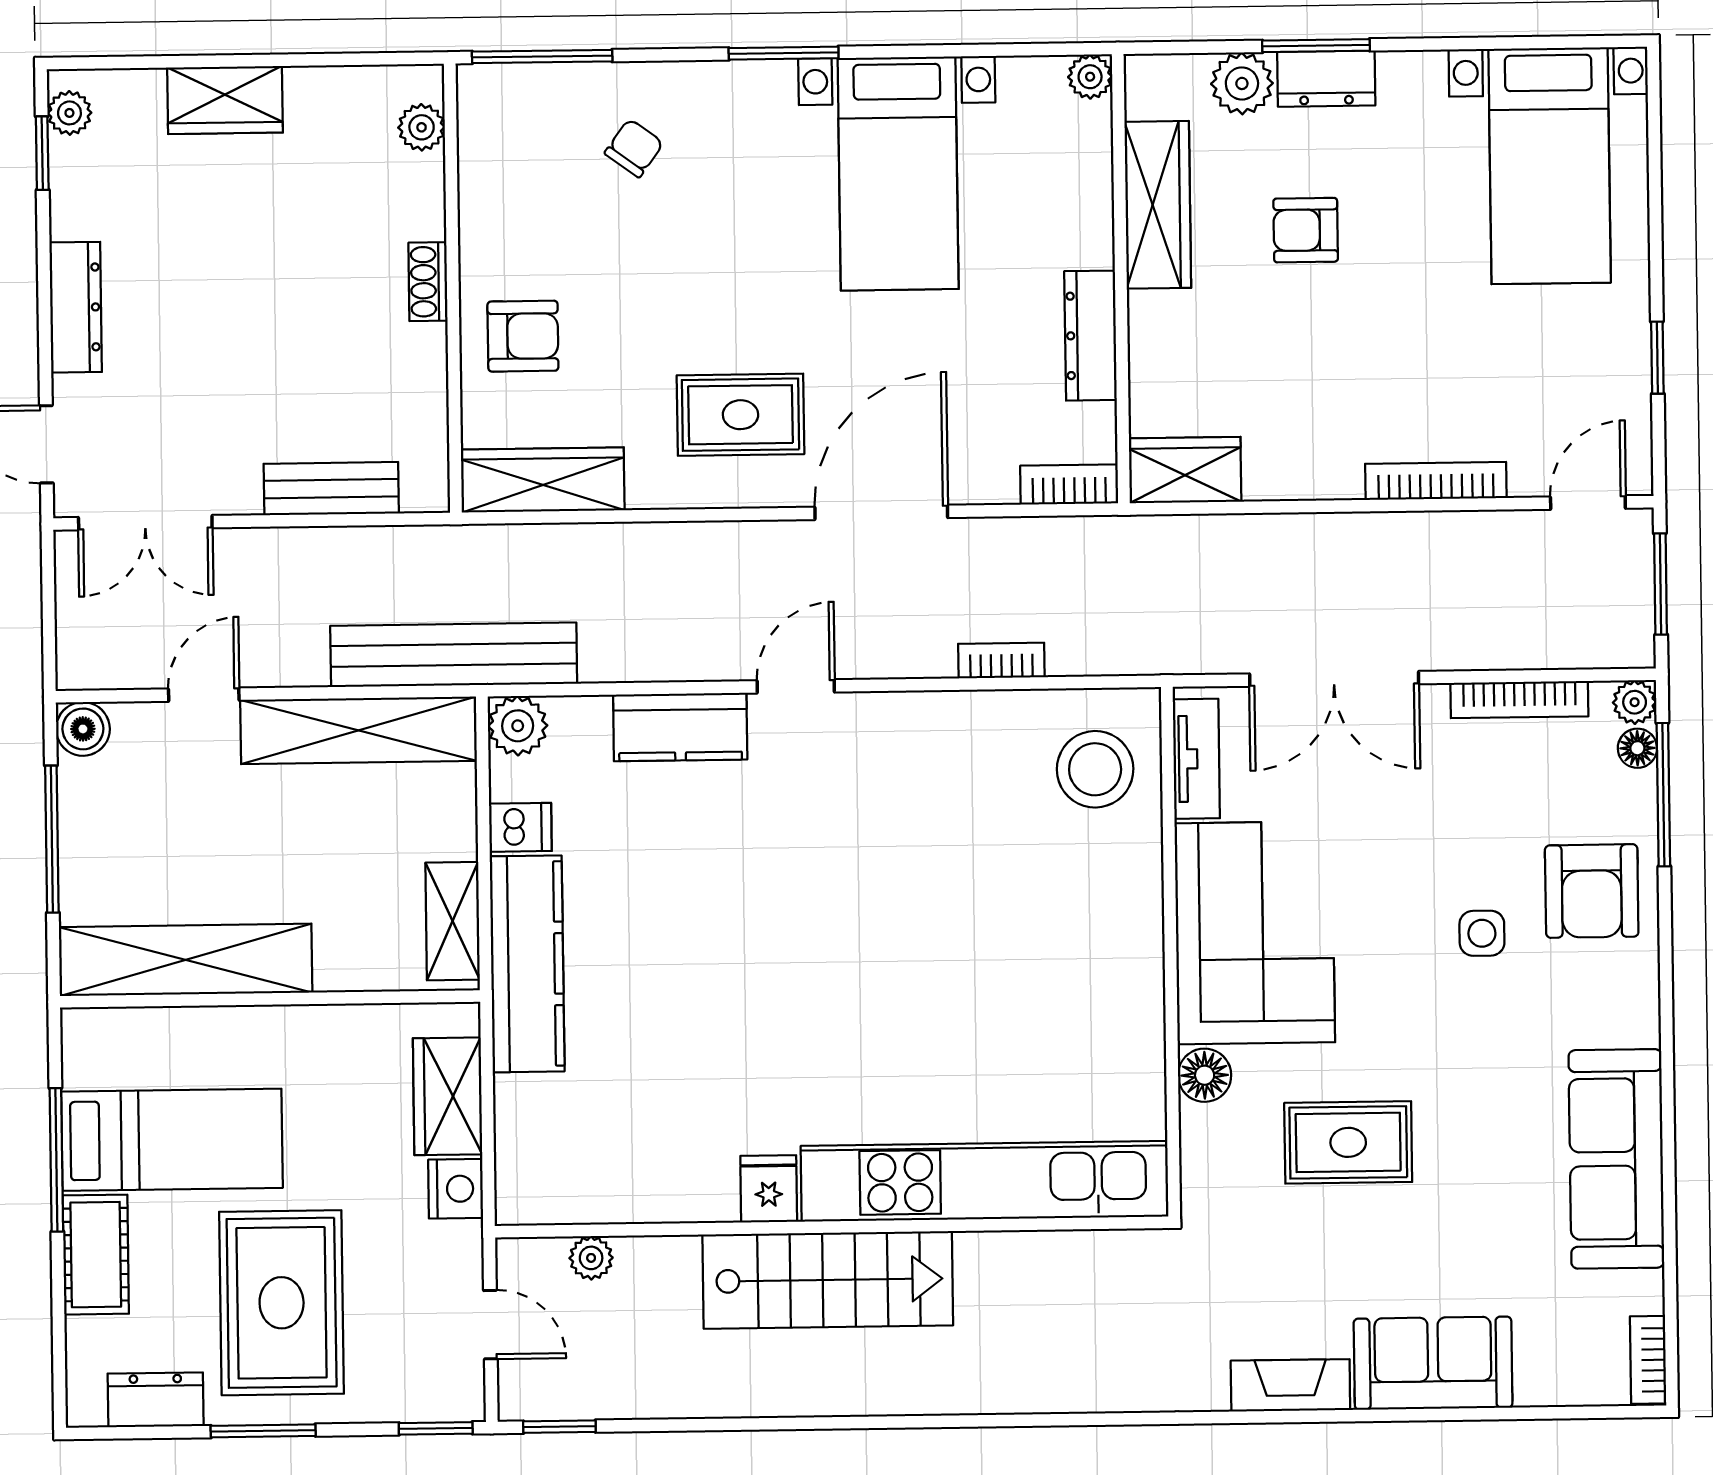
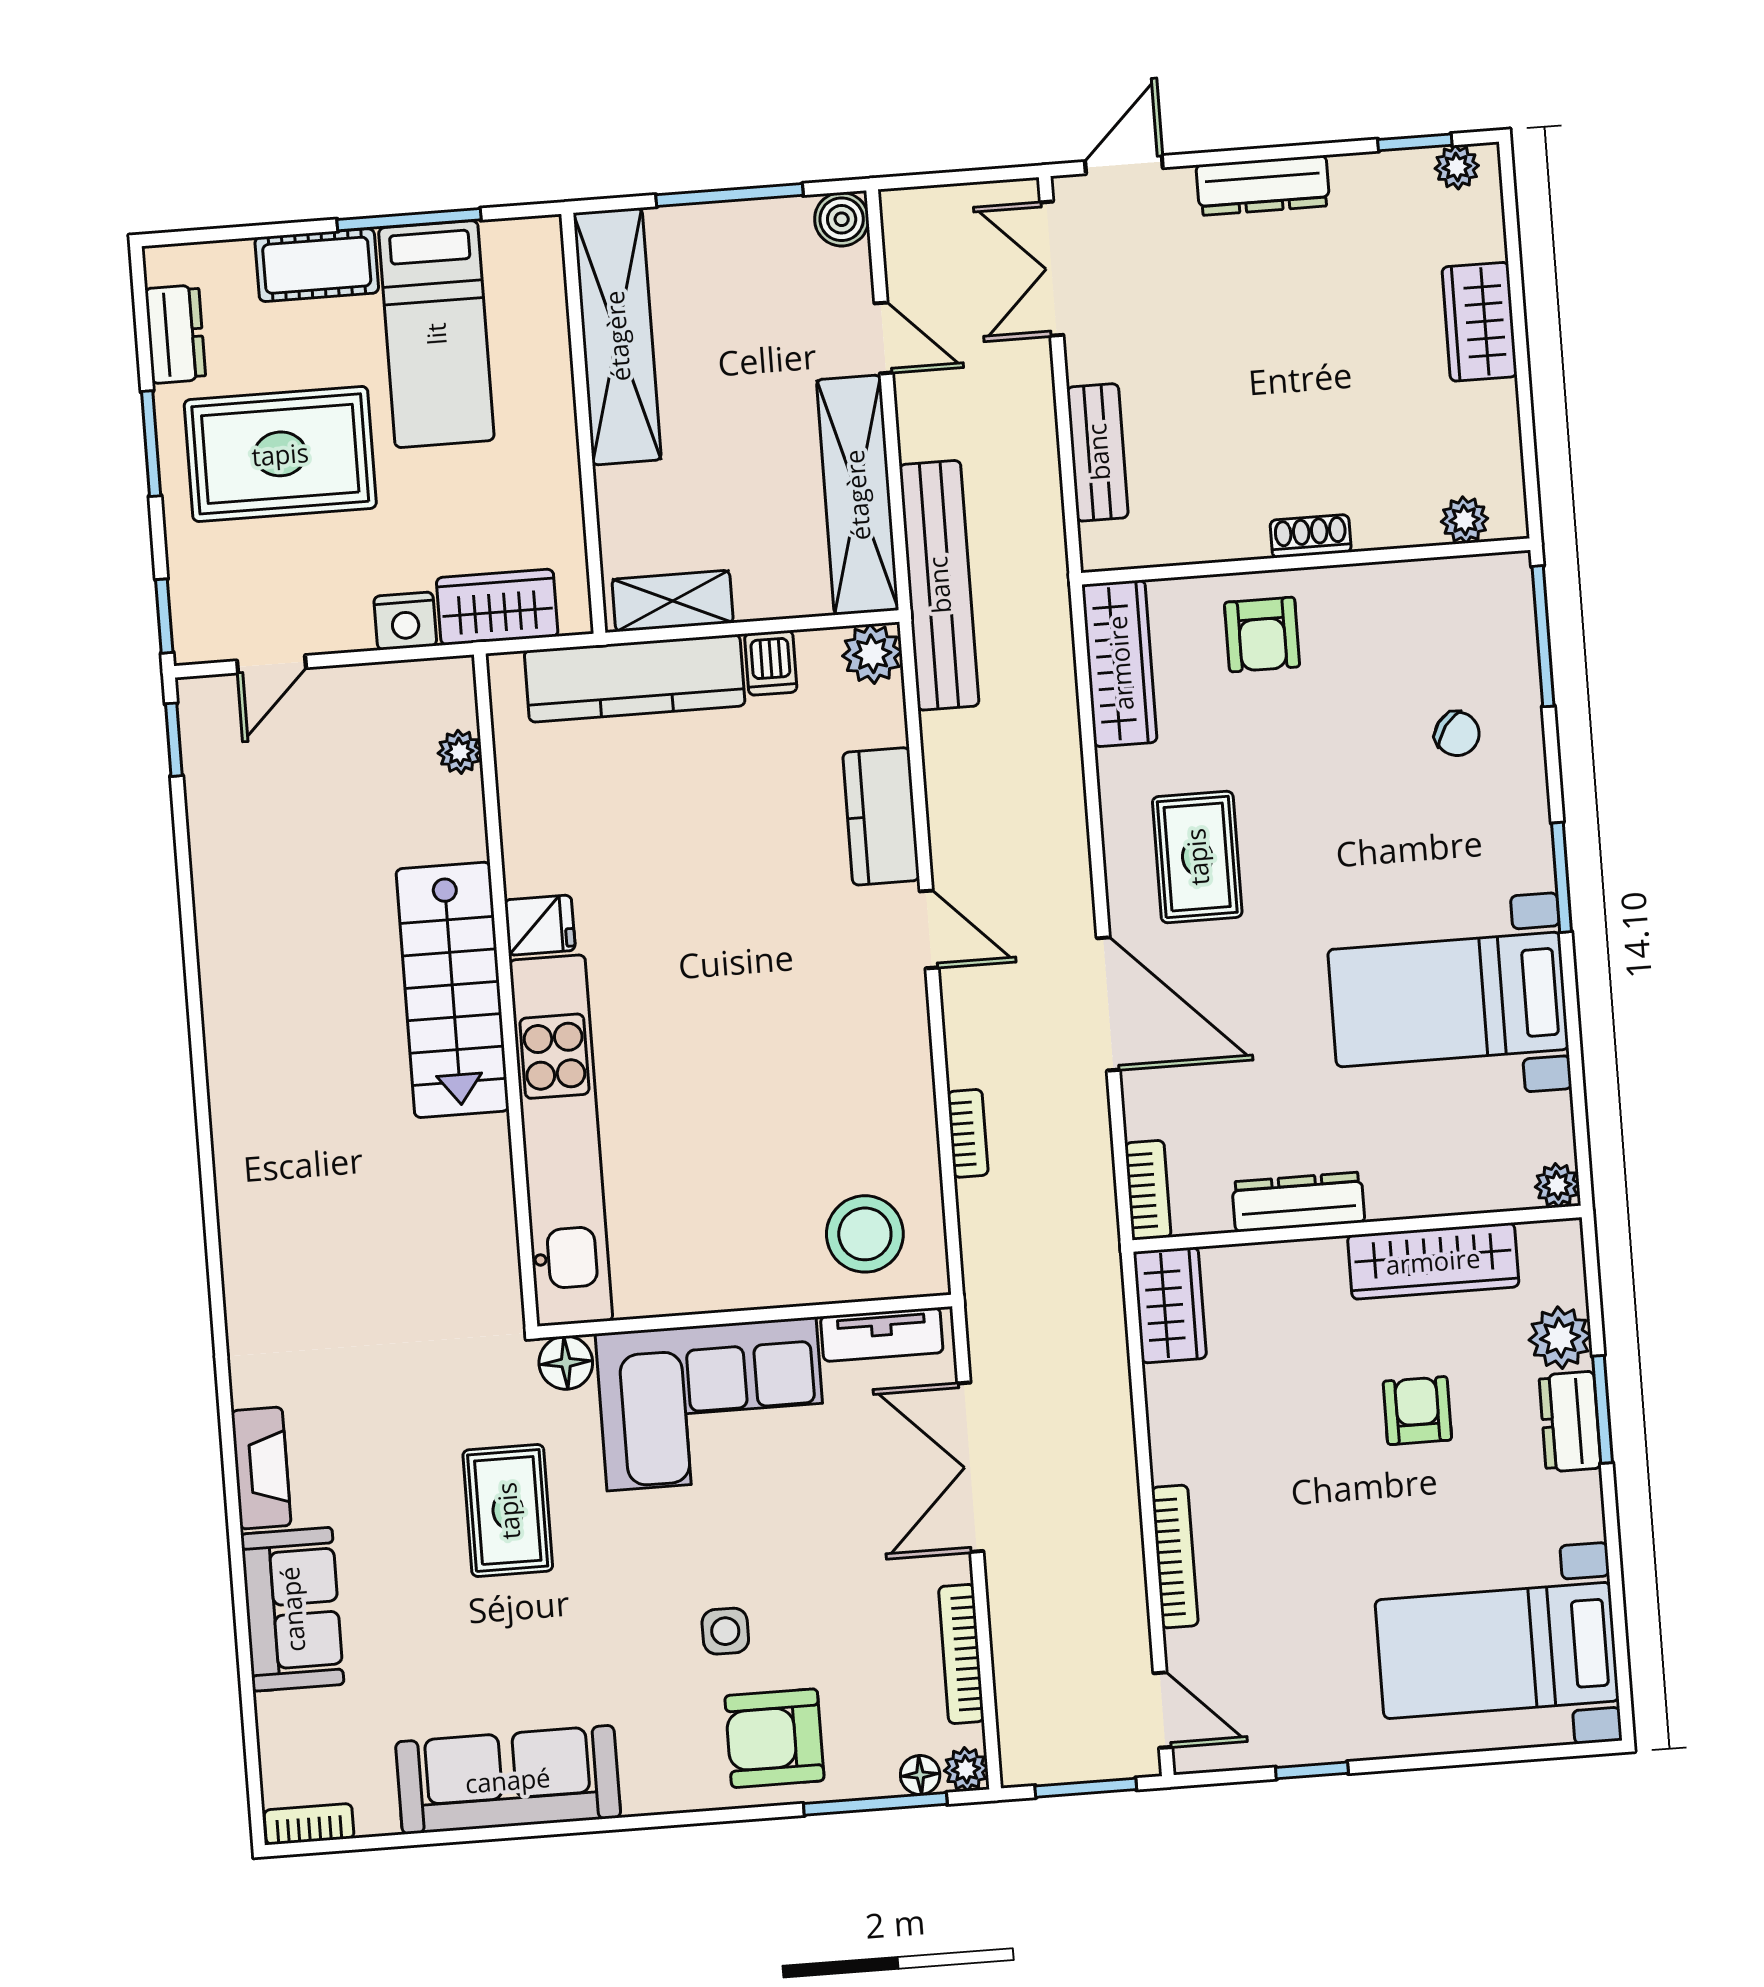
kitchen unit: (985, 1181) -> (561, 1140), moved
fridge: (769, 1189) -> (540, 925), moved
wall: (832, 1227) -> (506, 991), moved
plant: (591, 1258) -> (460, 752), moved
stairs: (828, 1280) -> (452, 990), moved

